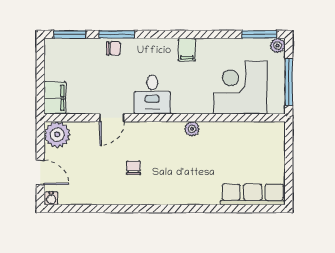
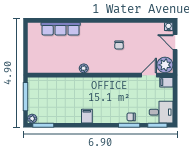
corner desk: (240, 87) -> (55, 93), removed
desk: (152, 95) -> (161, 112), moved, turned 90
filing cabinet: (55, 98) -> (166, 82), width x0.50
door: (112, 118) -> (149, 75), moved
row of seats: (253, 194) -> (61, 29), moved

